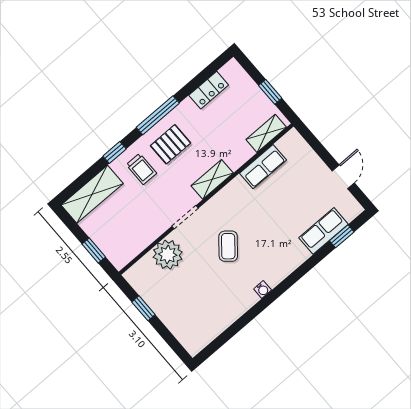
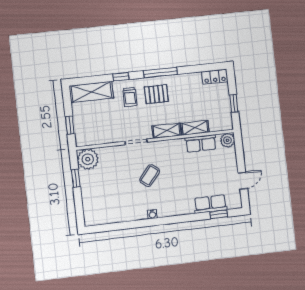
locker: (209, 90) -> (215, 77), moved
shelving: (266, 133) -> (195, 128), moved
plant: (292, 141) -> (228, 140), added
plant: (168, 255) -> (88, 159), moved

